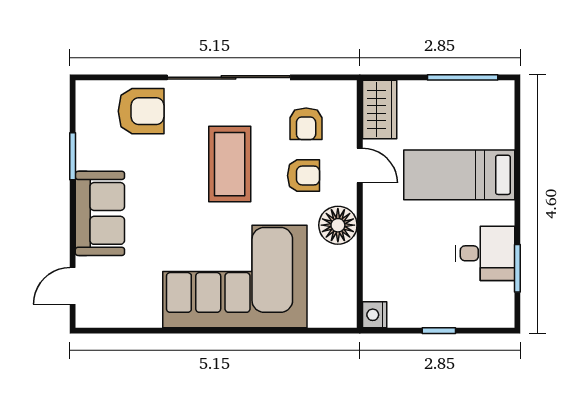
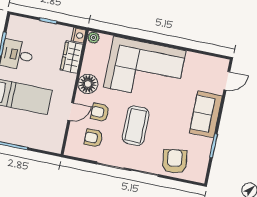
wardrobe: (380, 110) -> (72, 57), moved
armchair: (141, 111) -> (175, 161), turned 82
armchair: (306, 124) -> (93, 138), turned -90
door: (360, 166) -> (71, 112), swing flipped
plant: (345, 316) -> (93, 38), added

